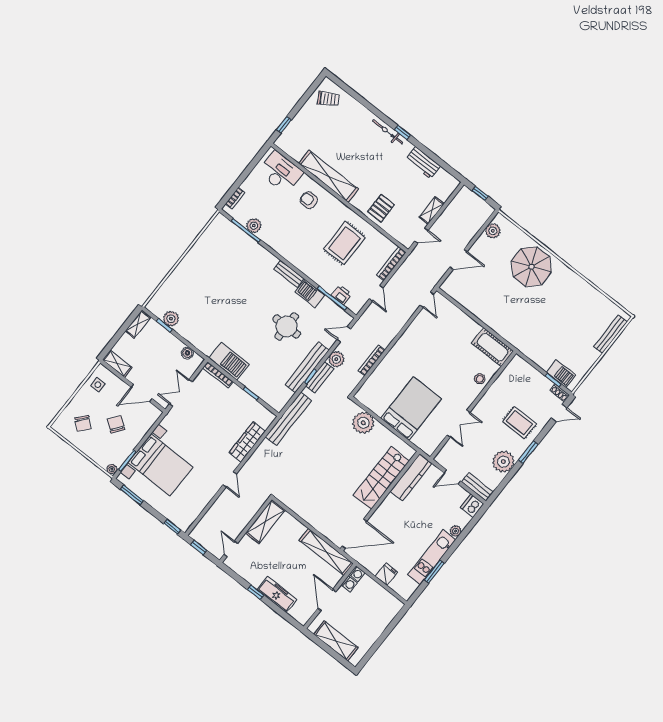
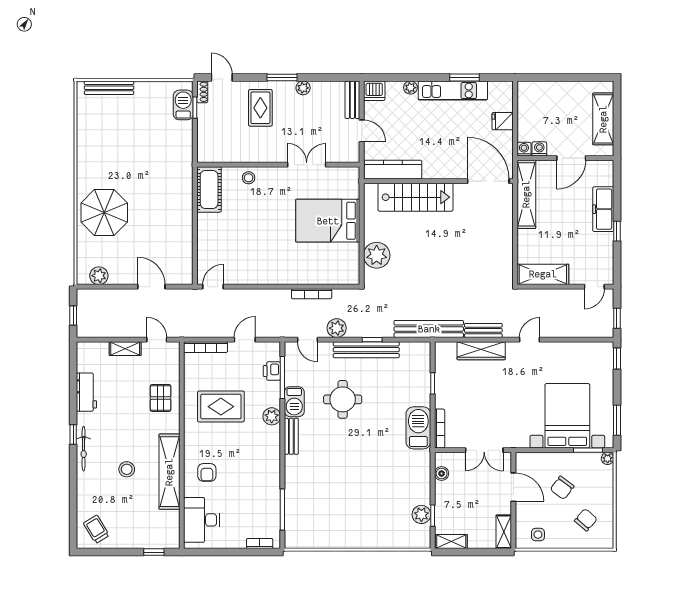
stool: (352, 149) -> (127, 469), added
pallet: (381, 208) -> (161, 398), turned 90
plant: (254, 226) -> (272, 416), moved
bench: (320, 377) -> (483, 330), moved
plant: (503, 462) -> (303, 88), width x0.53, depth x0.53

